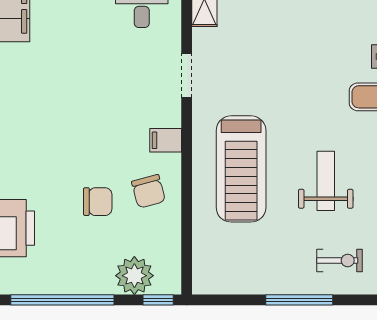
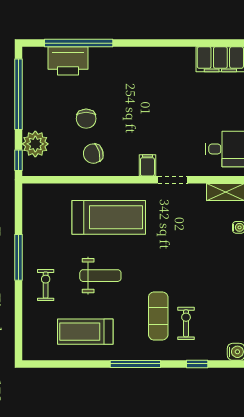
filing cabinet: (166, 140) -> (147, 165), moved
treadmill: (241, 169) -> (109, 217), turned 180
exercise bike: (340, 260) -> (46, 285), turned 180

